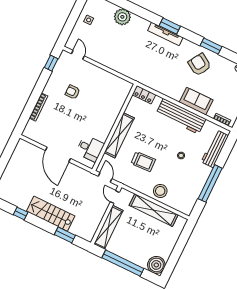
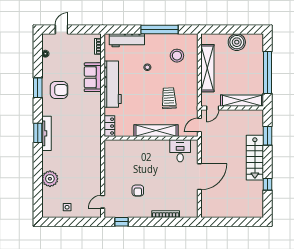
armchair: (200, 65) -> (59, 90), turned -122
stool: (160, 191) -> (177, 56), moved
boiler: (156, 265) -> (237, 42), moved

